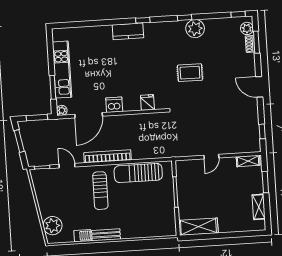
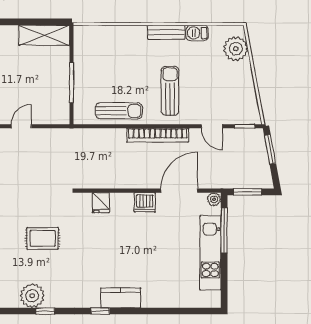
window: (53, 87) -> (224, 230), width x1.44
window: (19, 141) -> (270, 149), moved
sun lounger: (138, 173) -> (119, 111), width x0.73, depth x0.75

